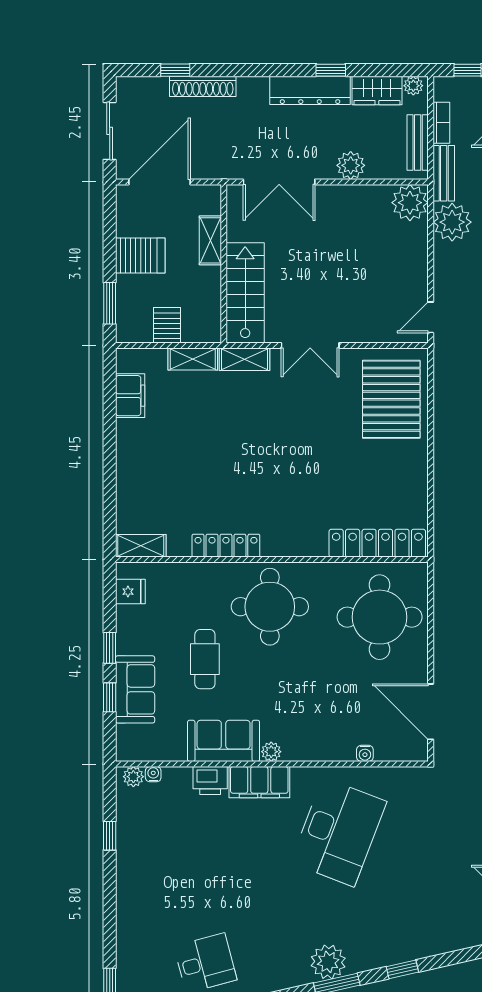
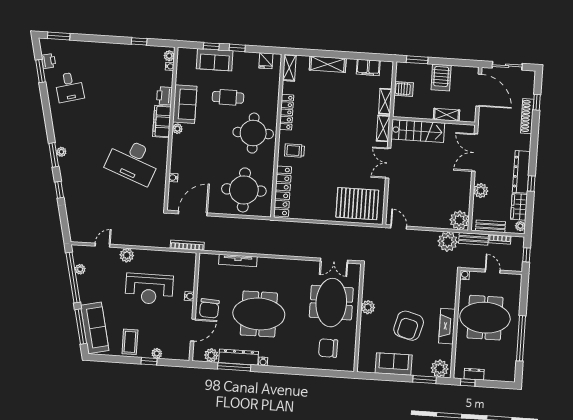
shelving: (129, 473) -> (328, 64), added
trolley: (298, 526) -> (294, 151), added
plant: (328, 962) -> (61, 152), width x0.53, depth x0.53

